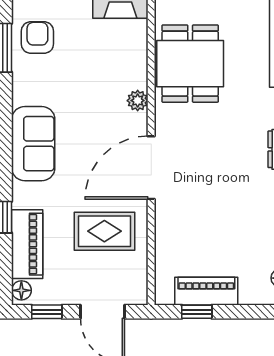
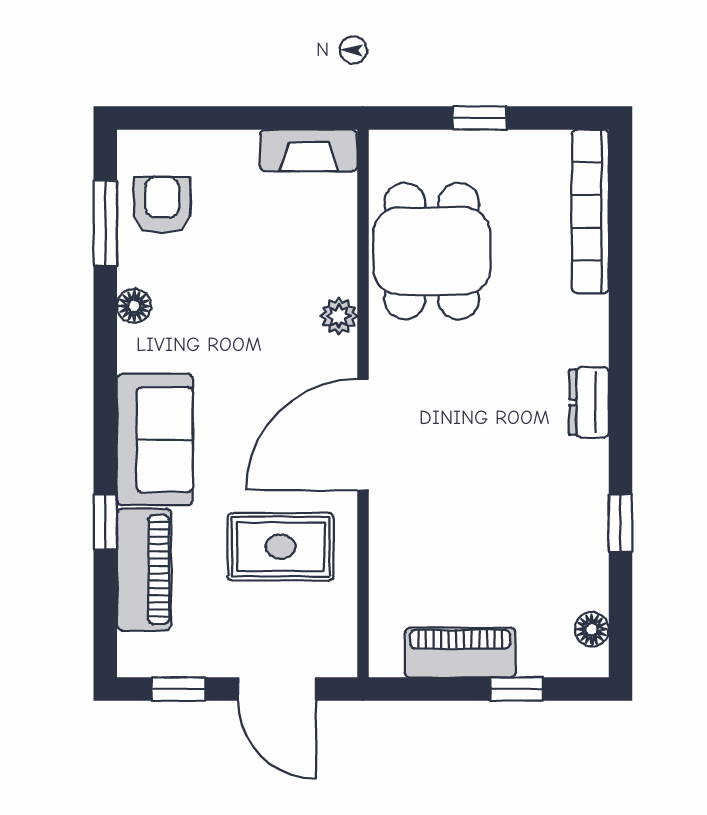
sofa: (33, 144) -> (155, 440), moved
floor lamp: (21, 290) -> (134, 306), moved
window: (197, 312) -> (517, 689), moved

